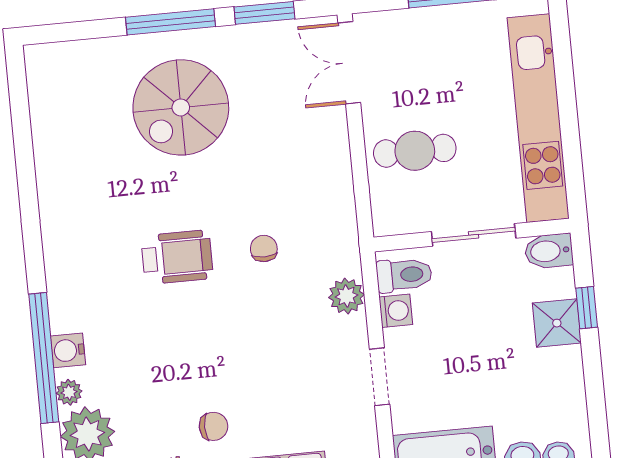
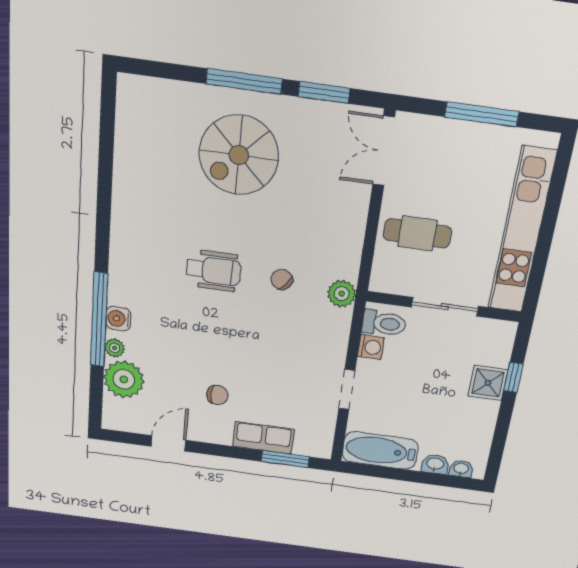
chair: (264, 249) -> (282, 280), turned -50
bidet: (549, 251) -> (498, 331), removed
plant: (346, 296) -> (342, 294), moved

